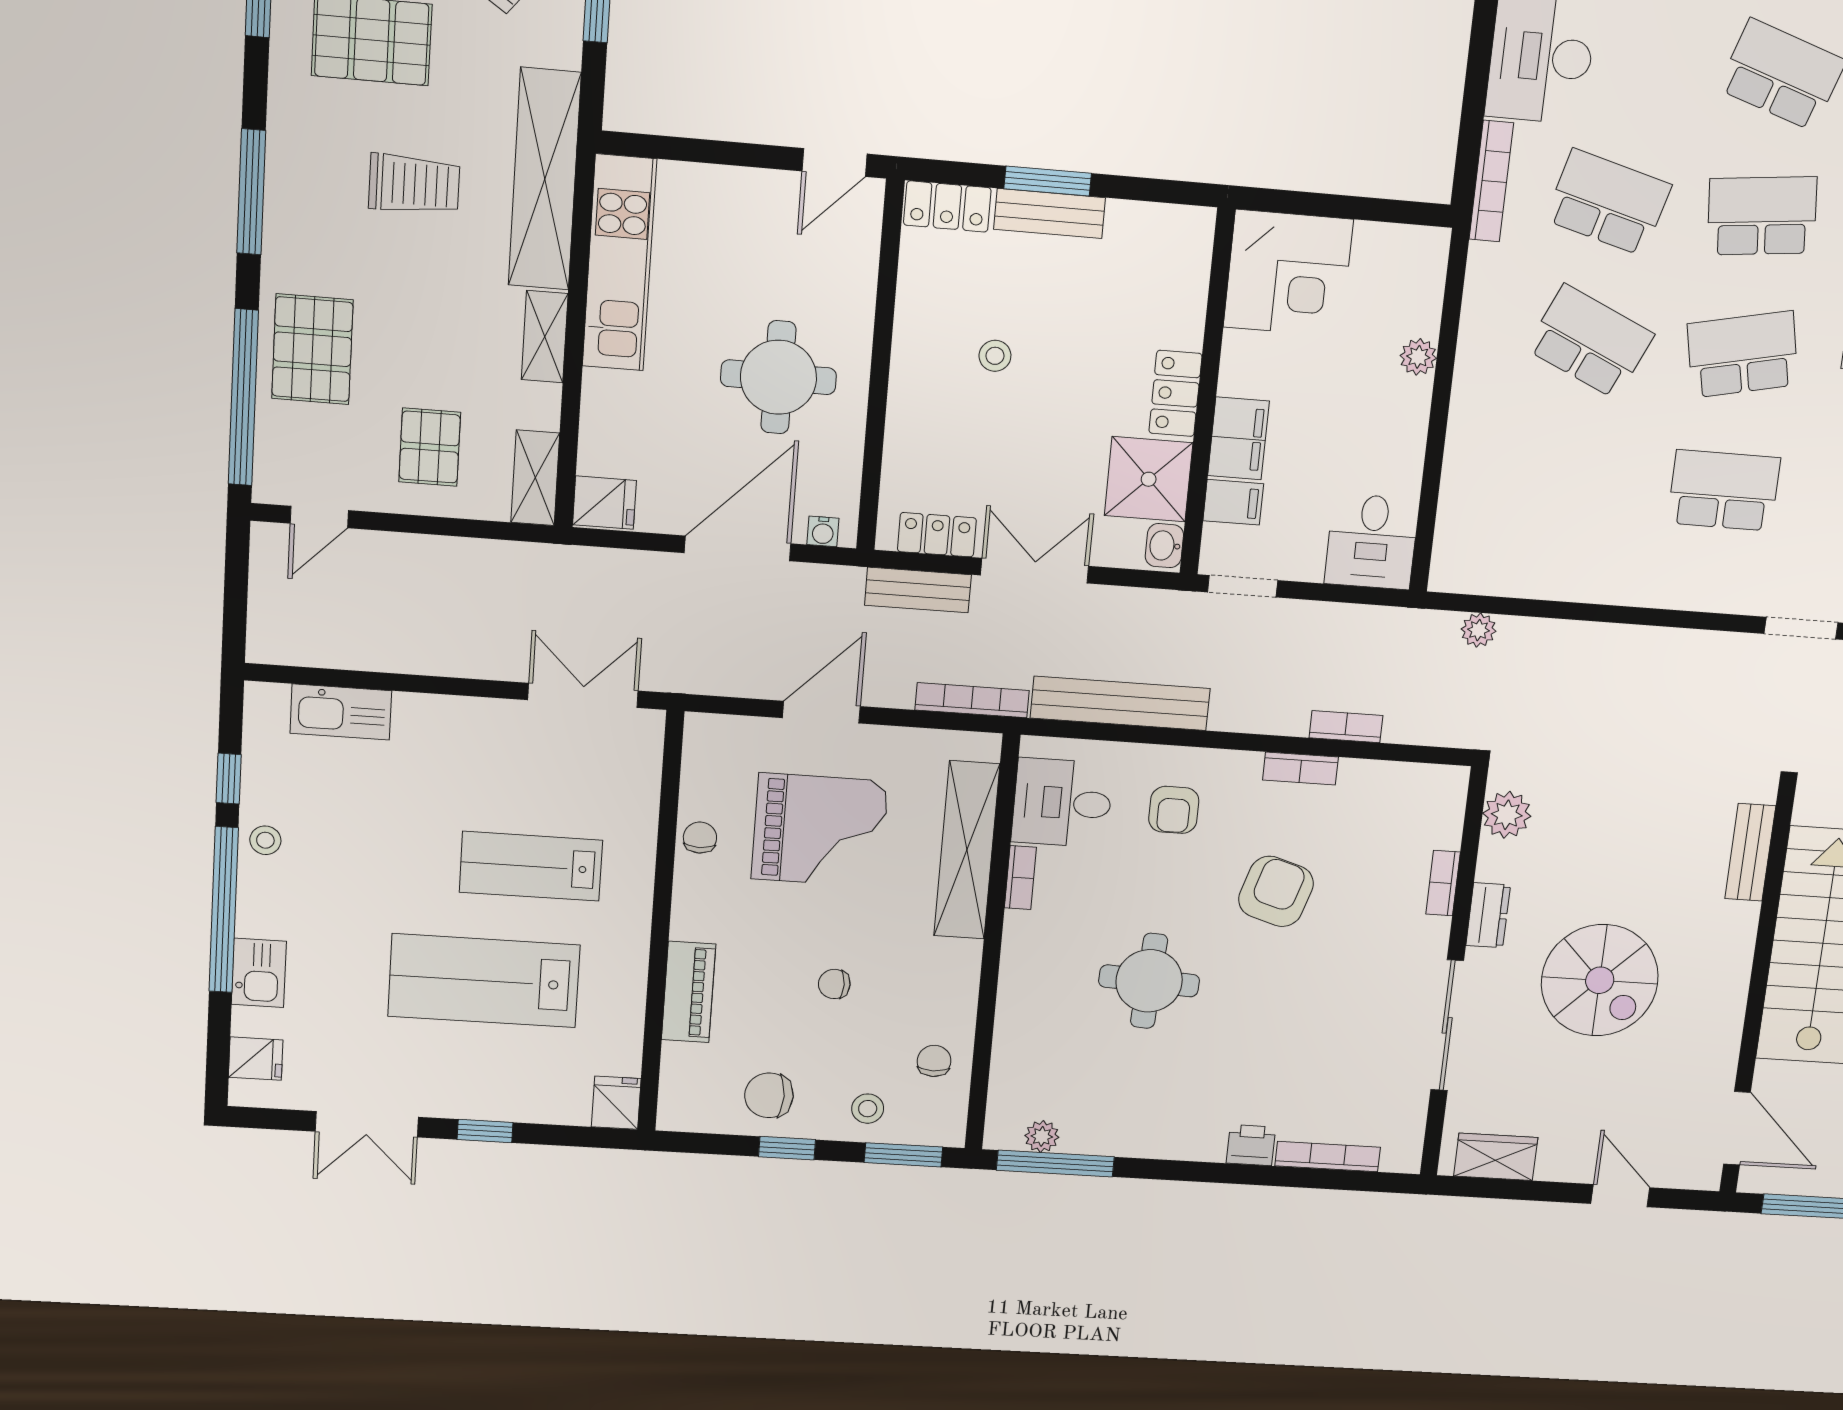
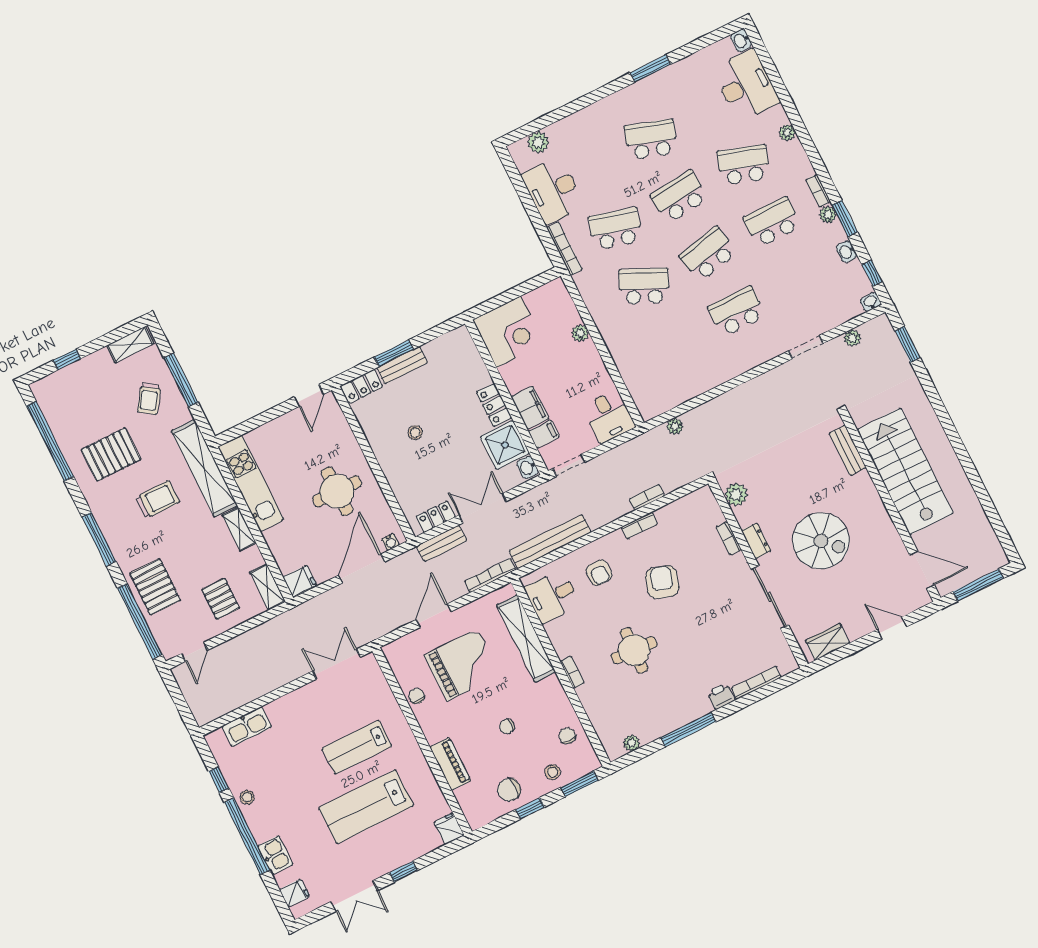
bookcase: (1020, 878) -> (572, 672), moved
window: (1055, 1163) -> (688, 730), moved

